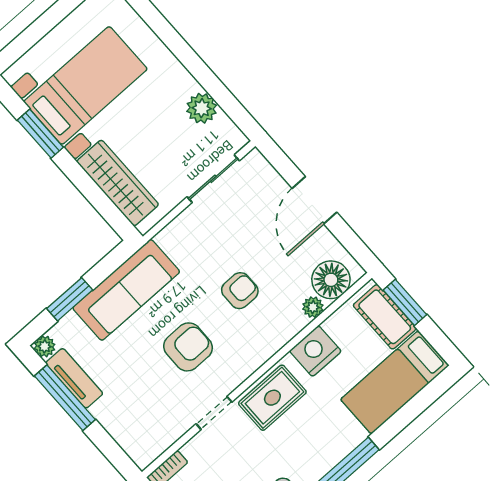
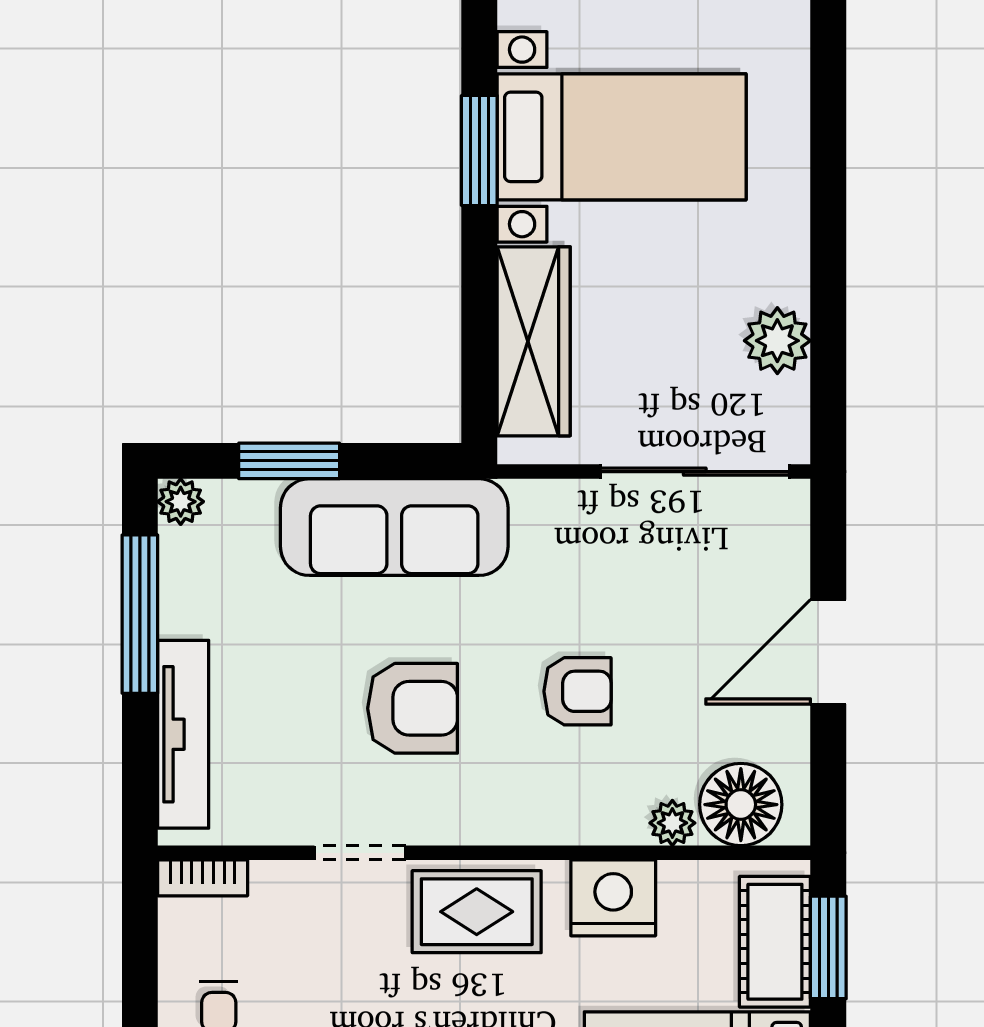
sliding door: (213, 179) -> (695, 472), width x1.37
tv unit: (74, 378) -> (183, 734), moved, width x1.41

